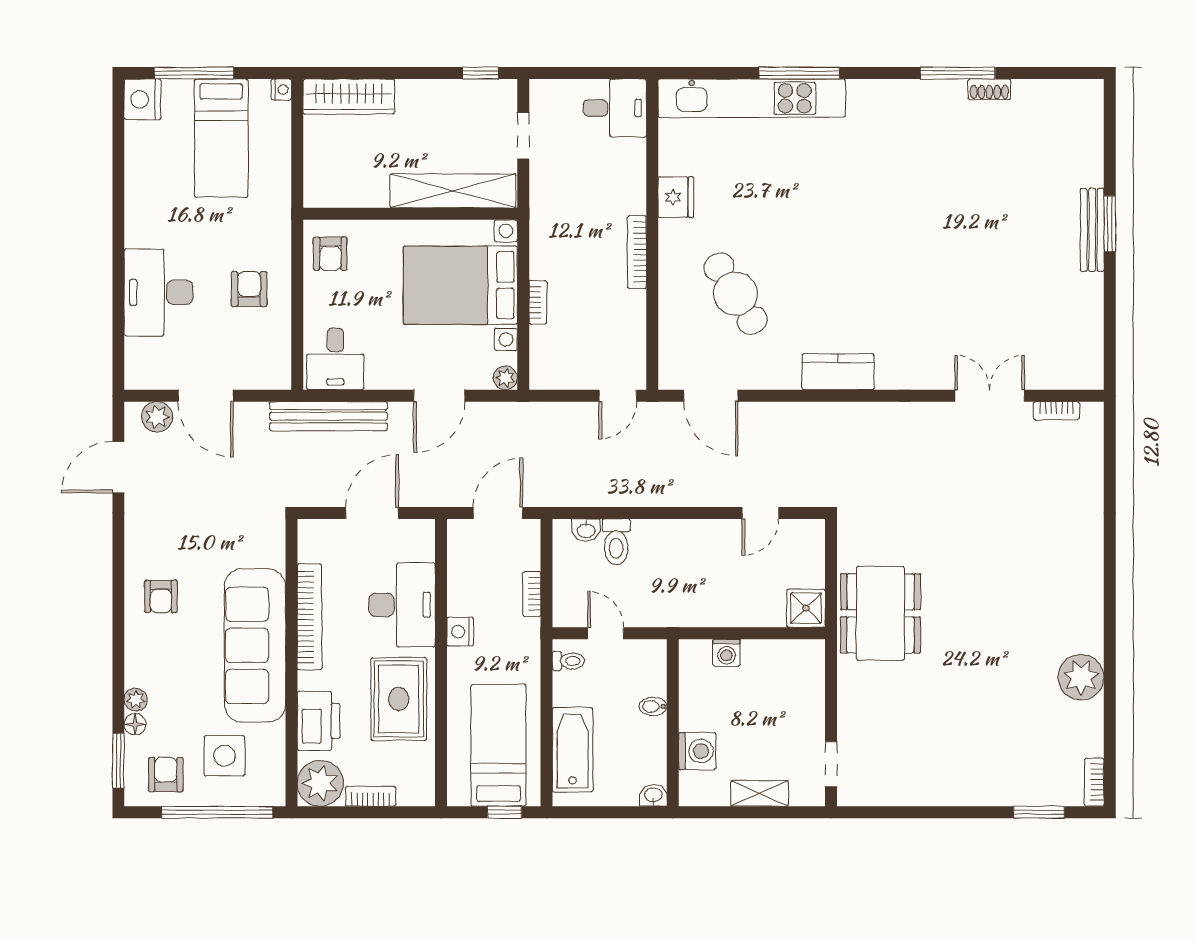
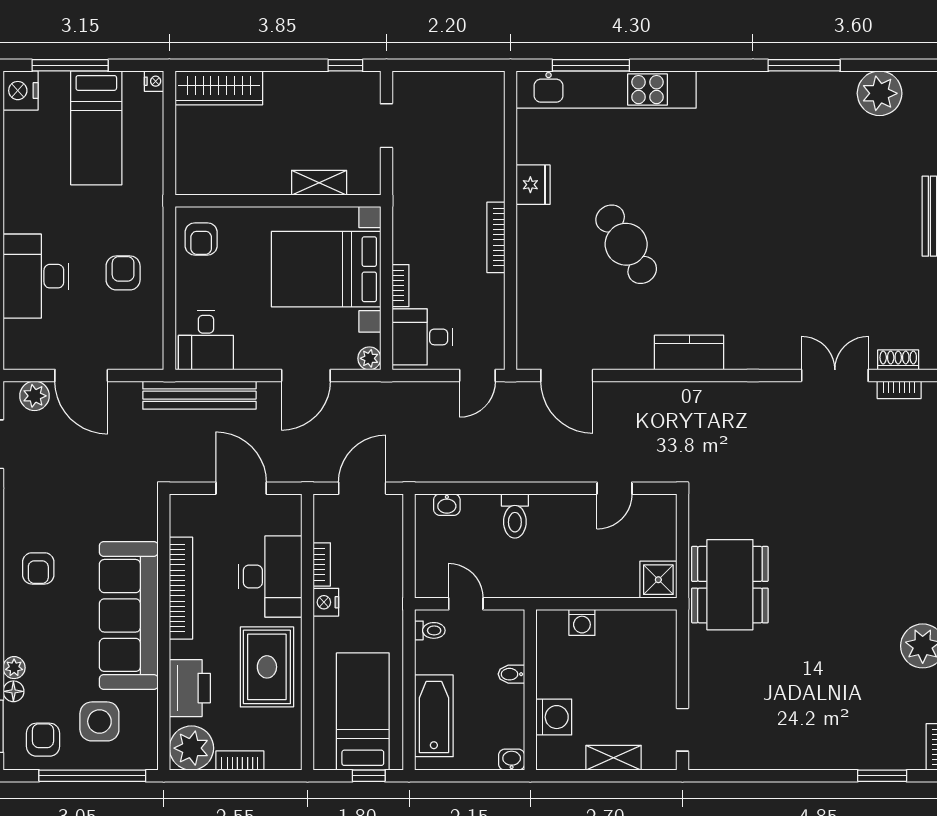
window: (799, 73) -> (591, 65), moved
shoe rack: (989, 89) -> (898, 360), moved, turned 180
plant: (1036, 102) -> (880, 93), added
desk: (615, 108) -> (422, 337), moved, turned 180
shelving: (453, 191) -> (319, 183), width x0.45, depth x0.75
cafe table: (736, 294) -> (626, 244), moved
door: (372, 513) -> (241, 488), hinge flipped
toilet: (616, 542) -> (515, 516), moved
bookcase: (532, 594) -> (322, 564), moved, turned 180

